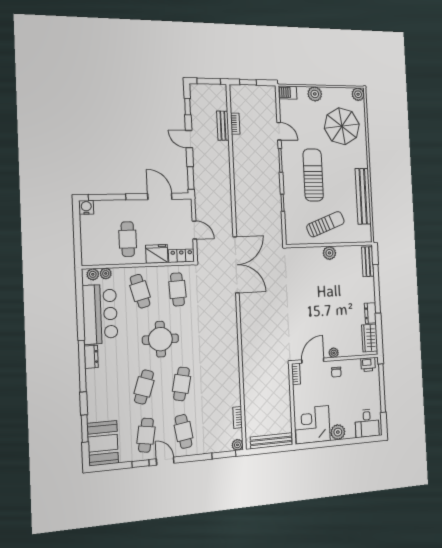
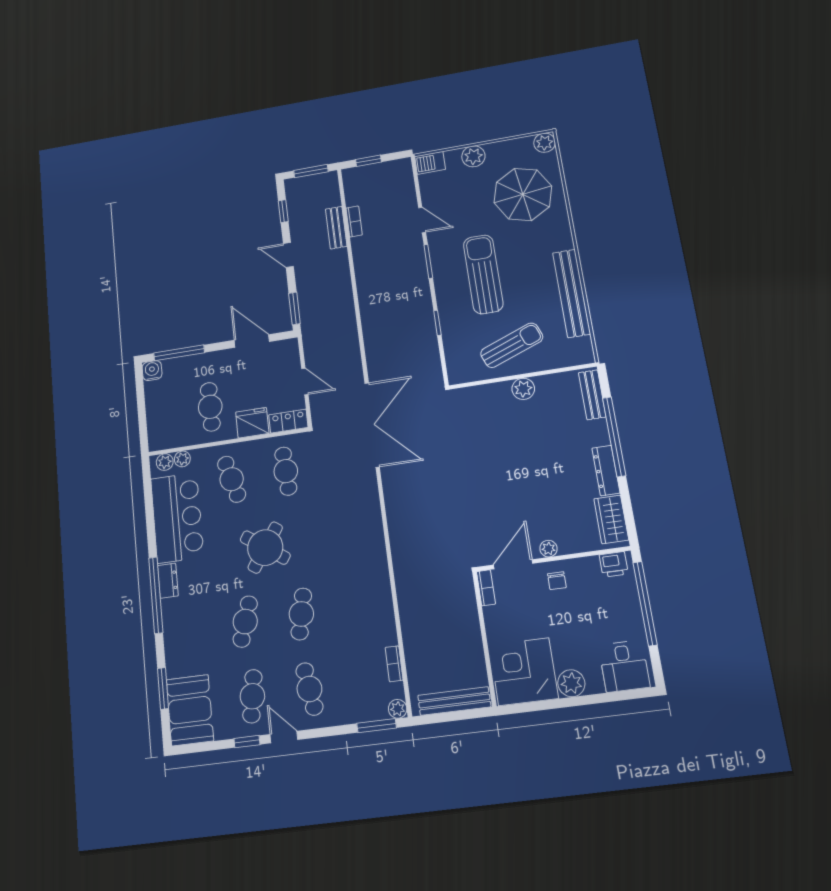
dresser: (370, 313) -> (606, 470), width x1.44
round table: (160, 339) -> (265, 548), turned 35

